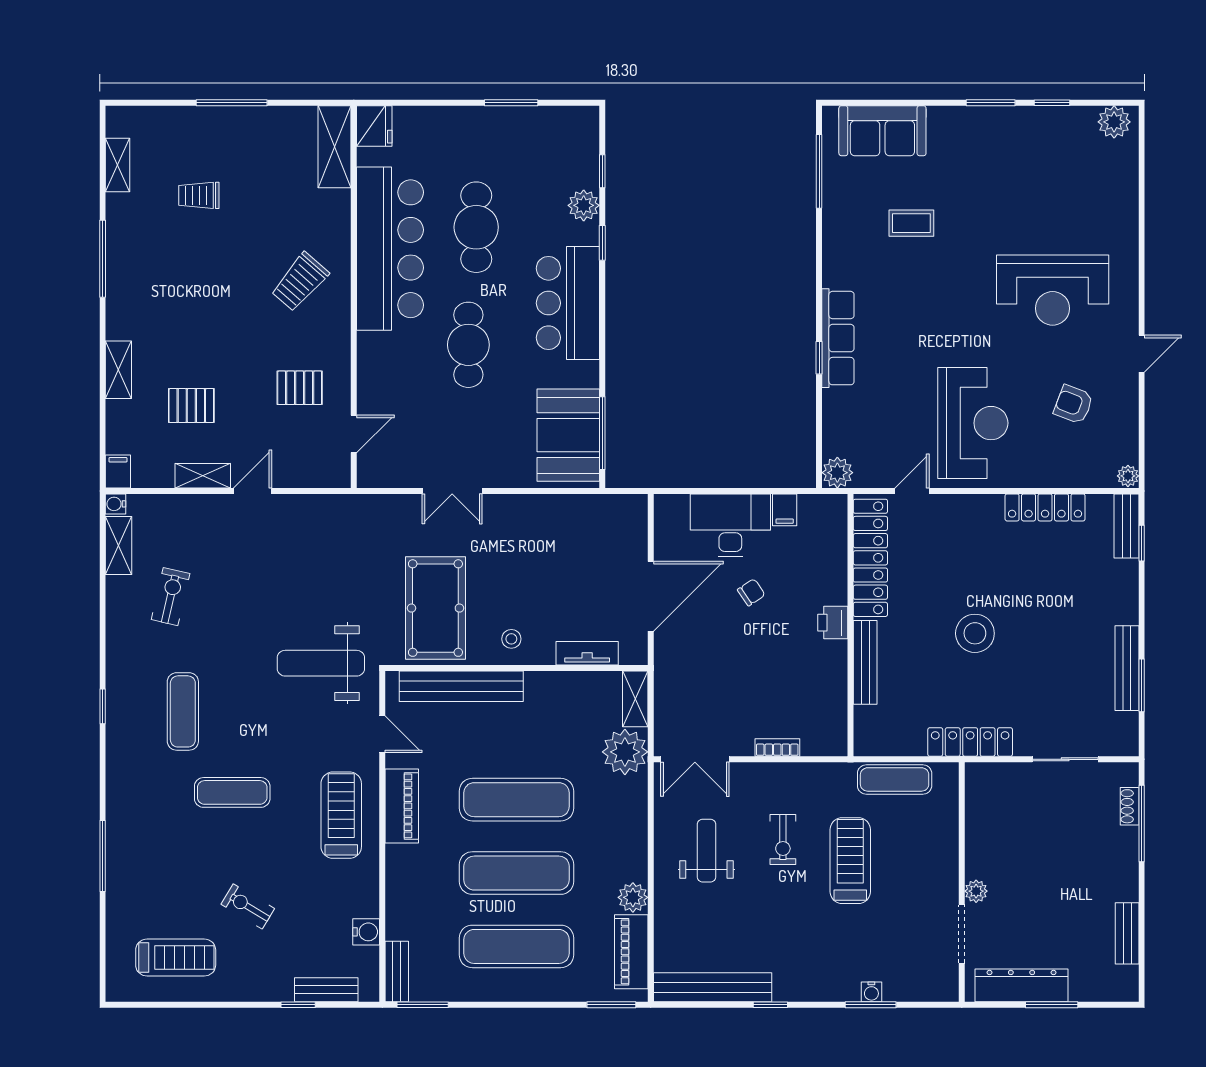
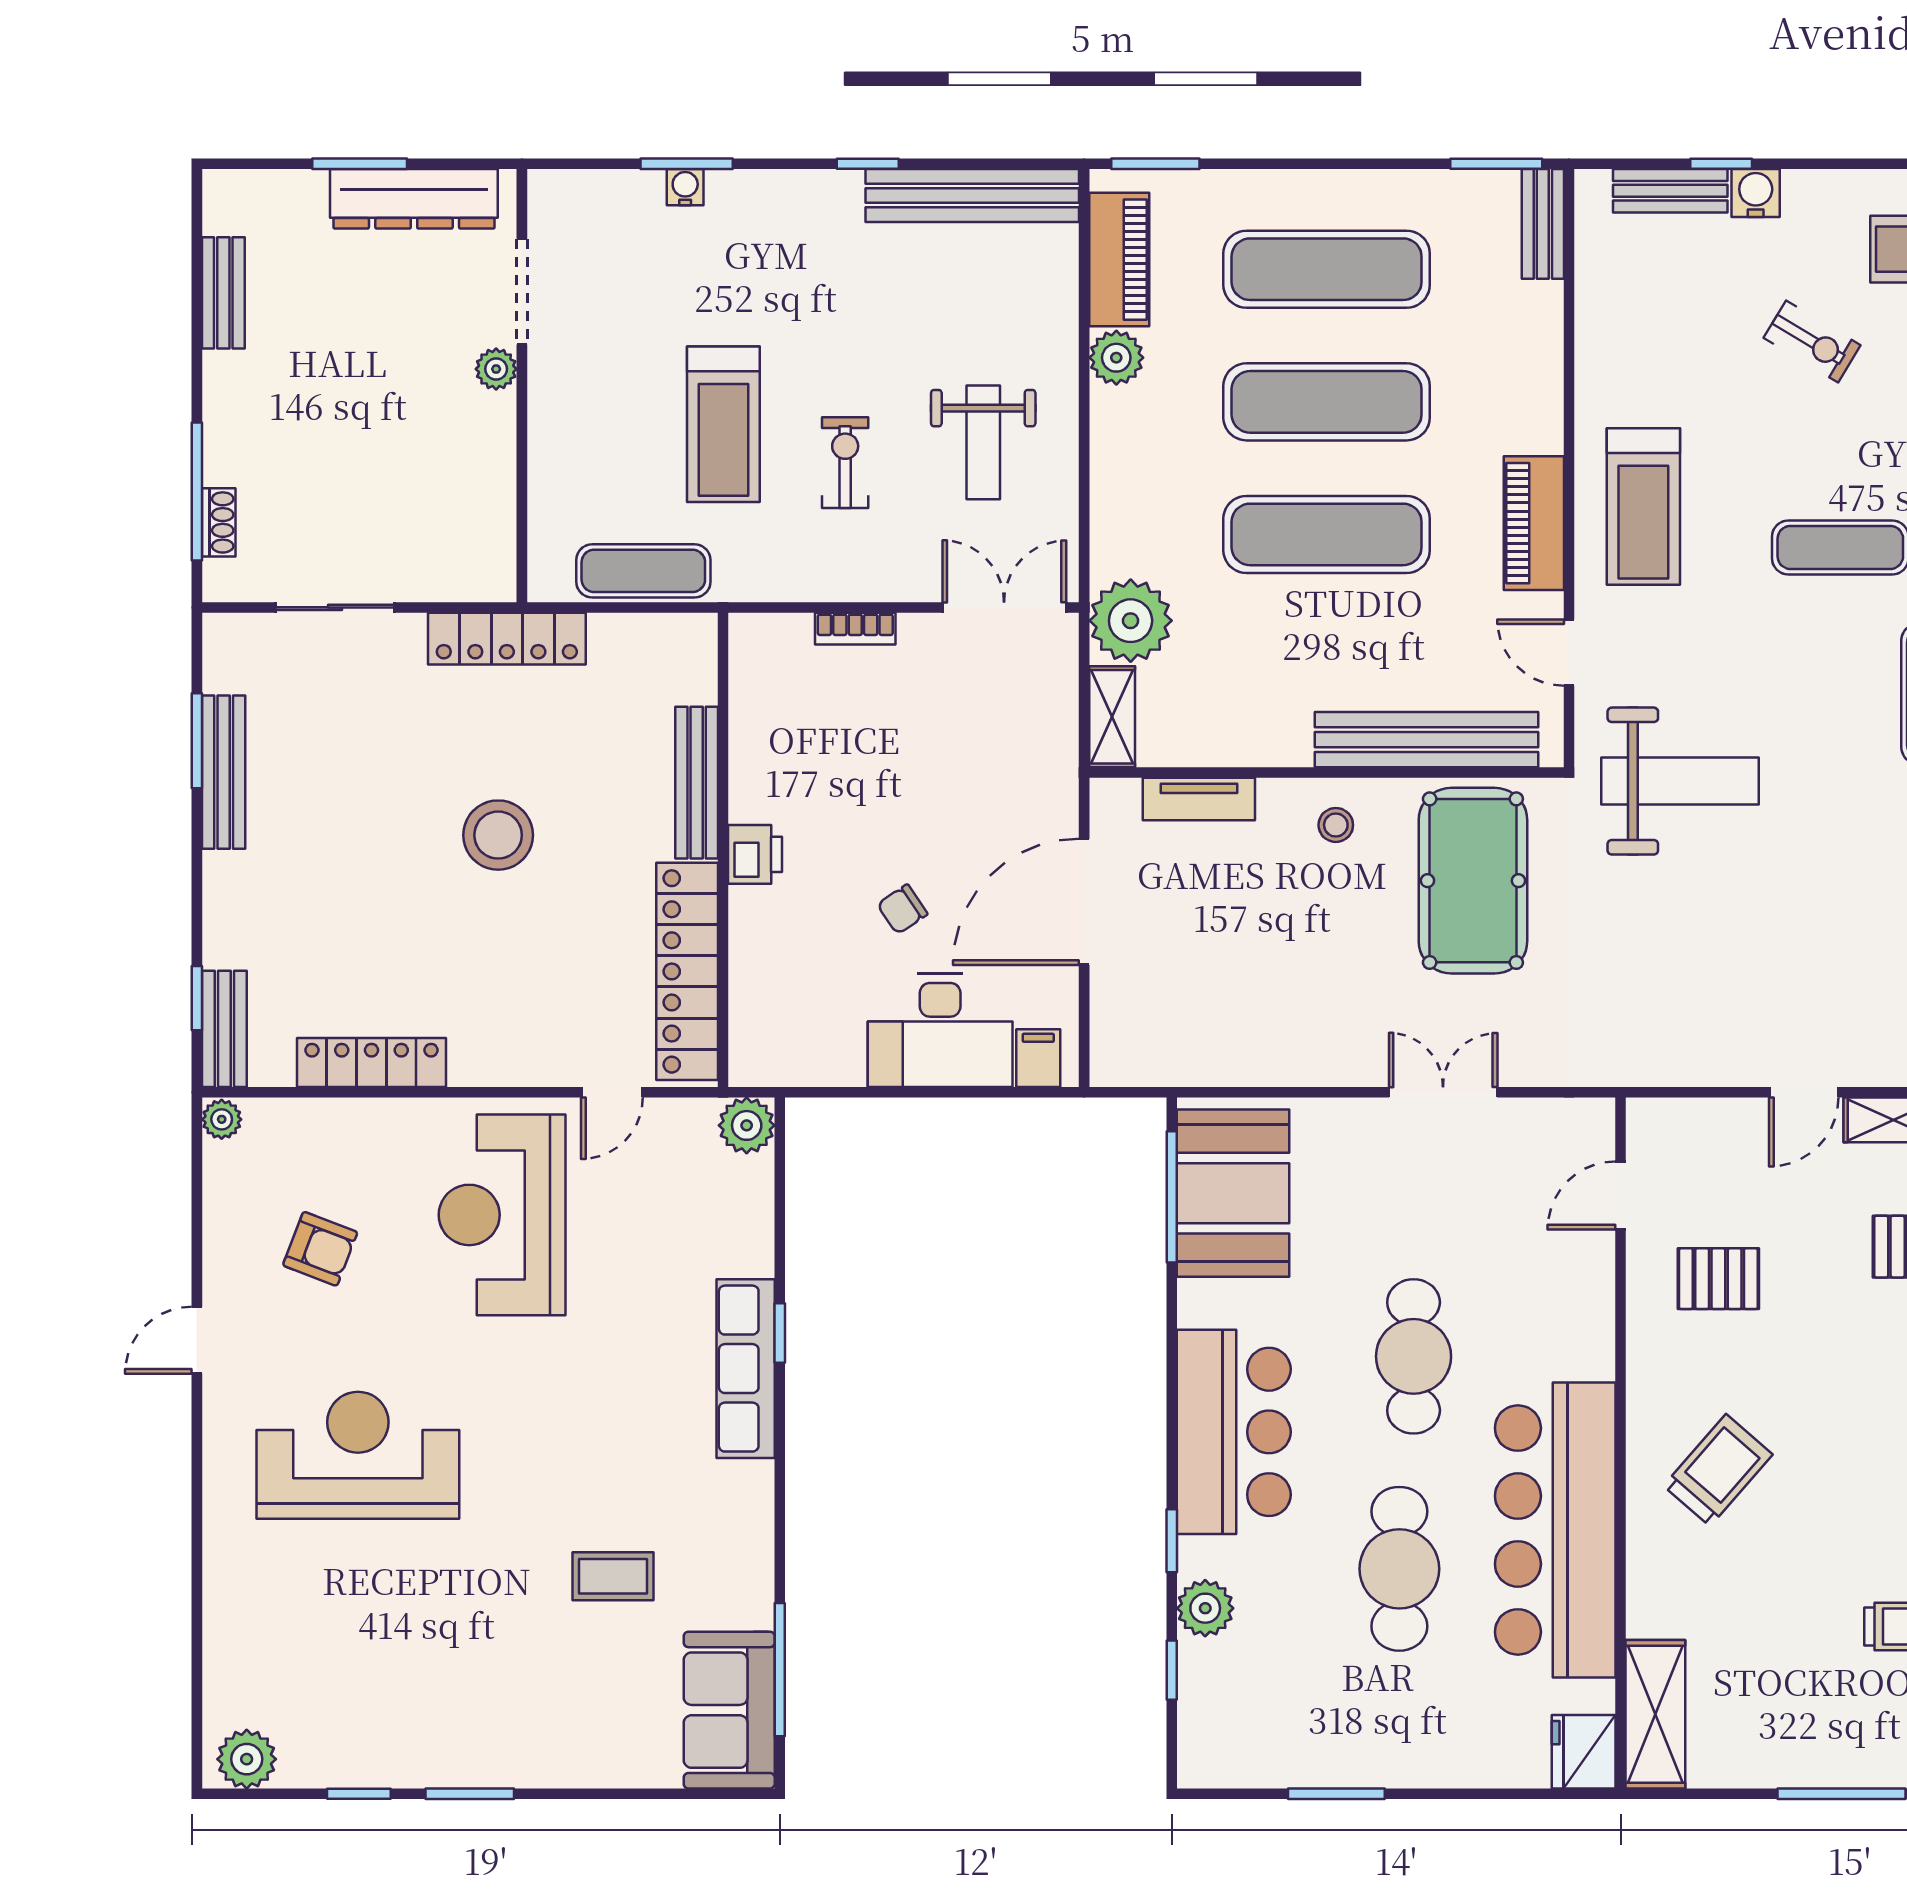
sofa: (882, 131) -> (729, 1710), moved, turned -90
filing cabinet: (785, 510) -> (1038, 1058), moved
water cooler: (366, 932) -> (1756, 193), moved, turned 90

